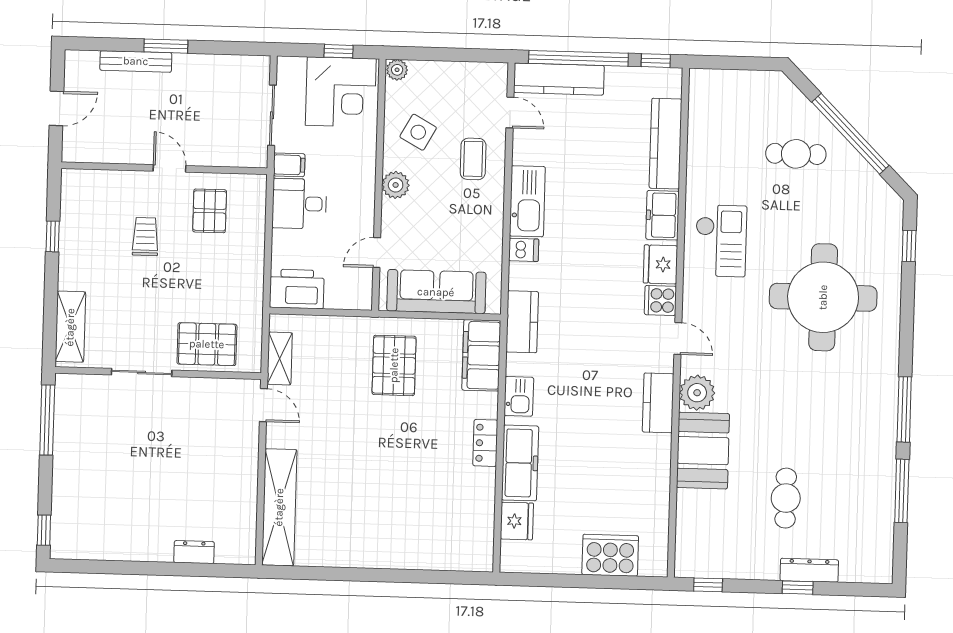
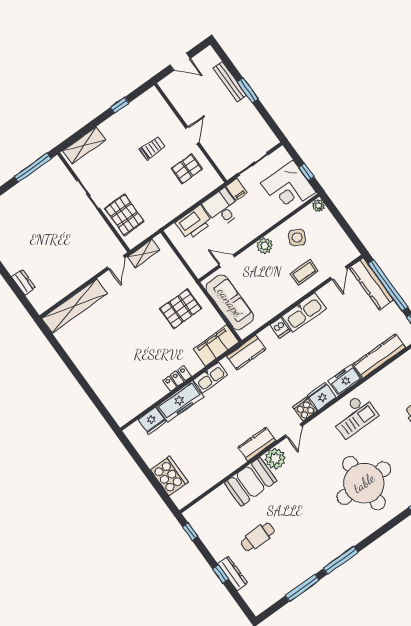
printer: (297, 289) -> (194, 223), moved, turned 90
kitchen sink: (519, 396) -> (210, 377), width x1.38

